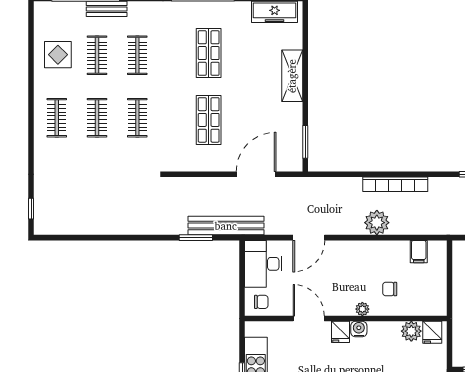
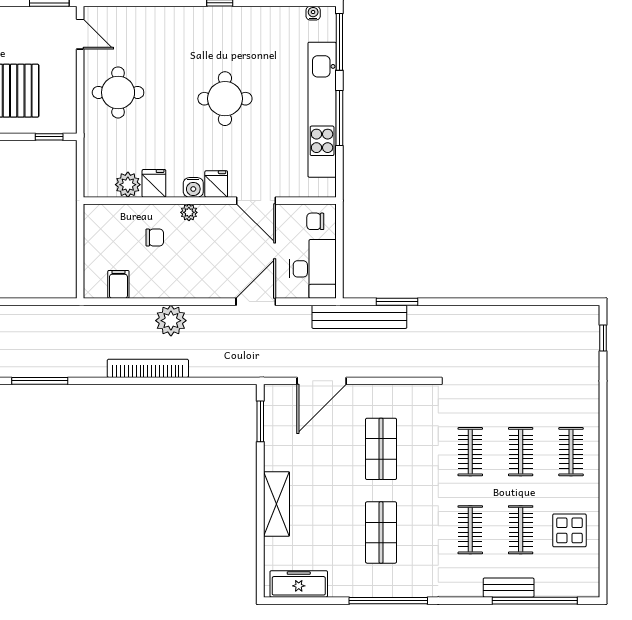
fridge: (432, 332) -> (154, 183), moved

